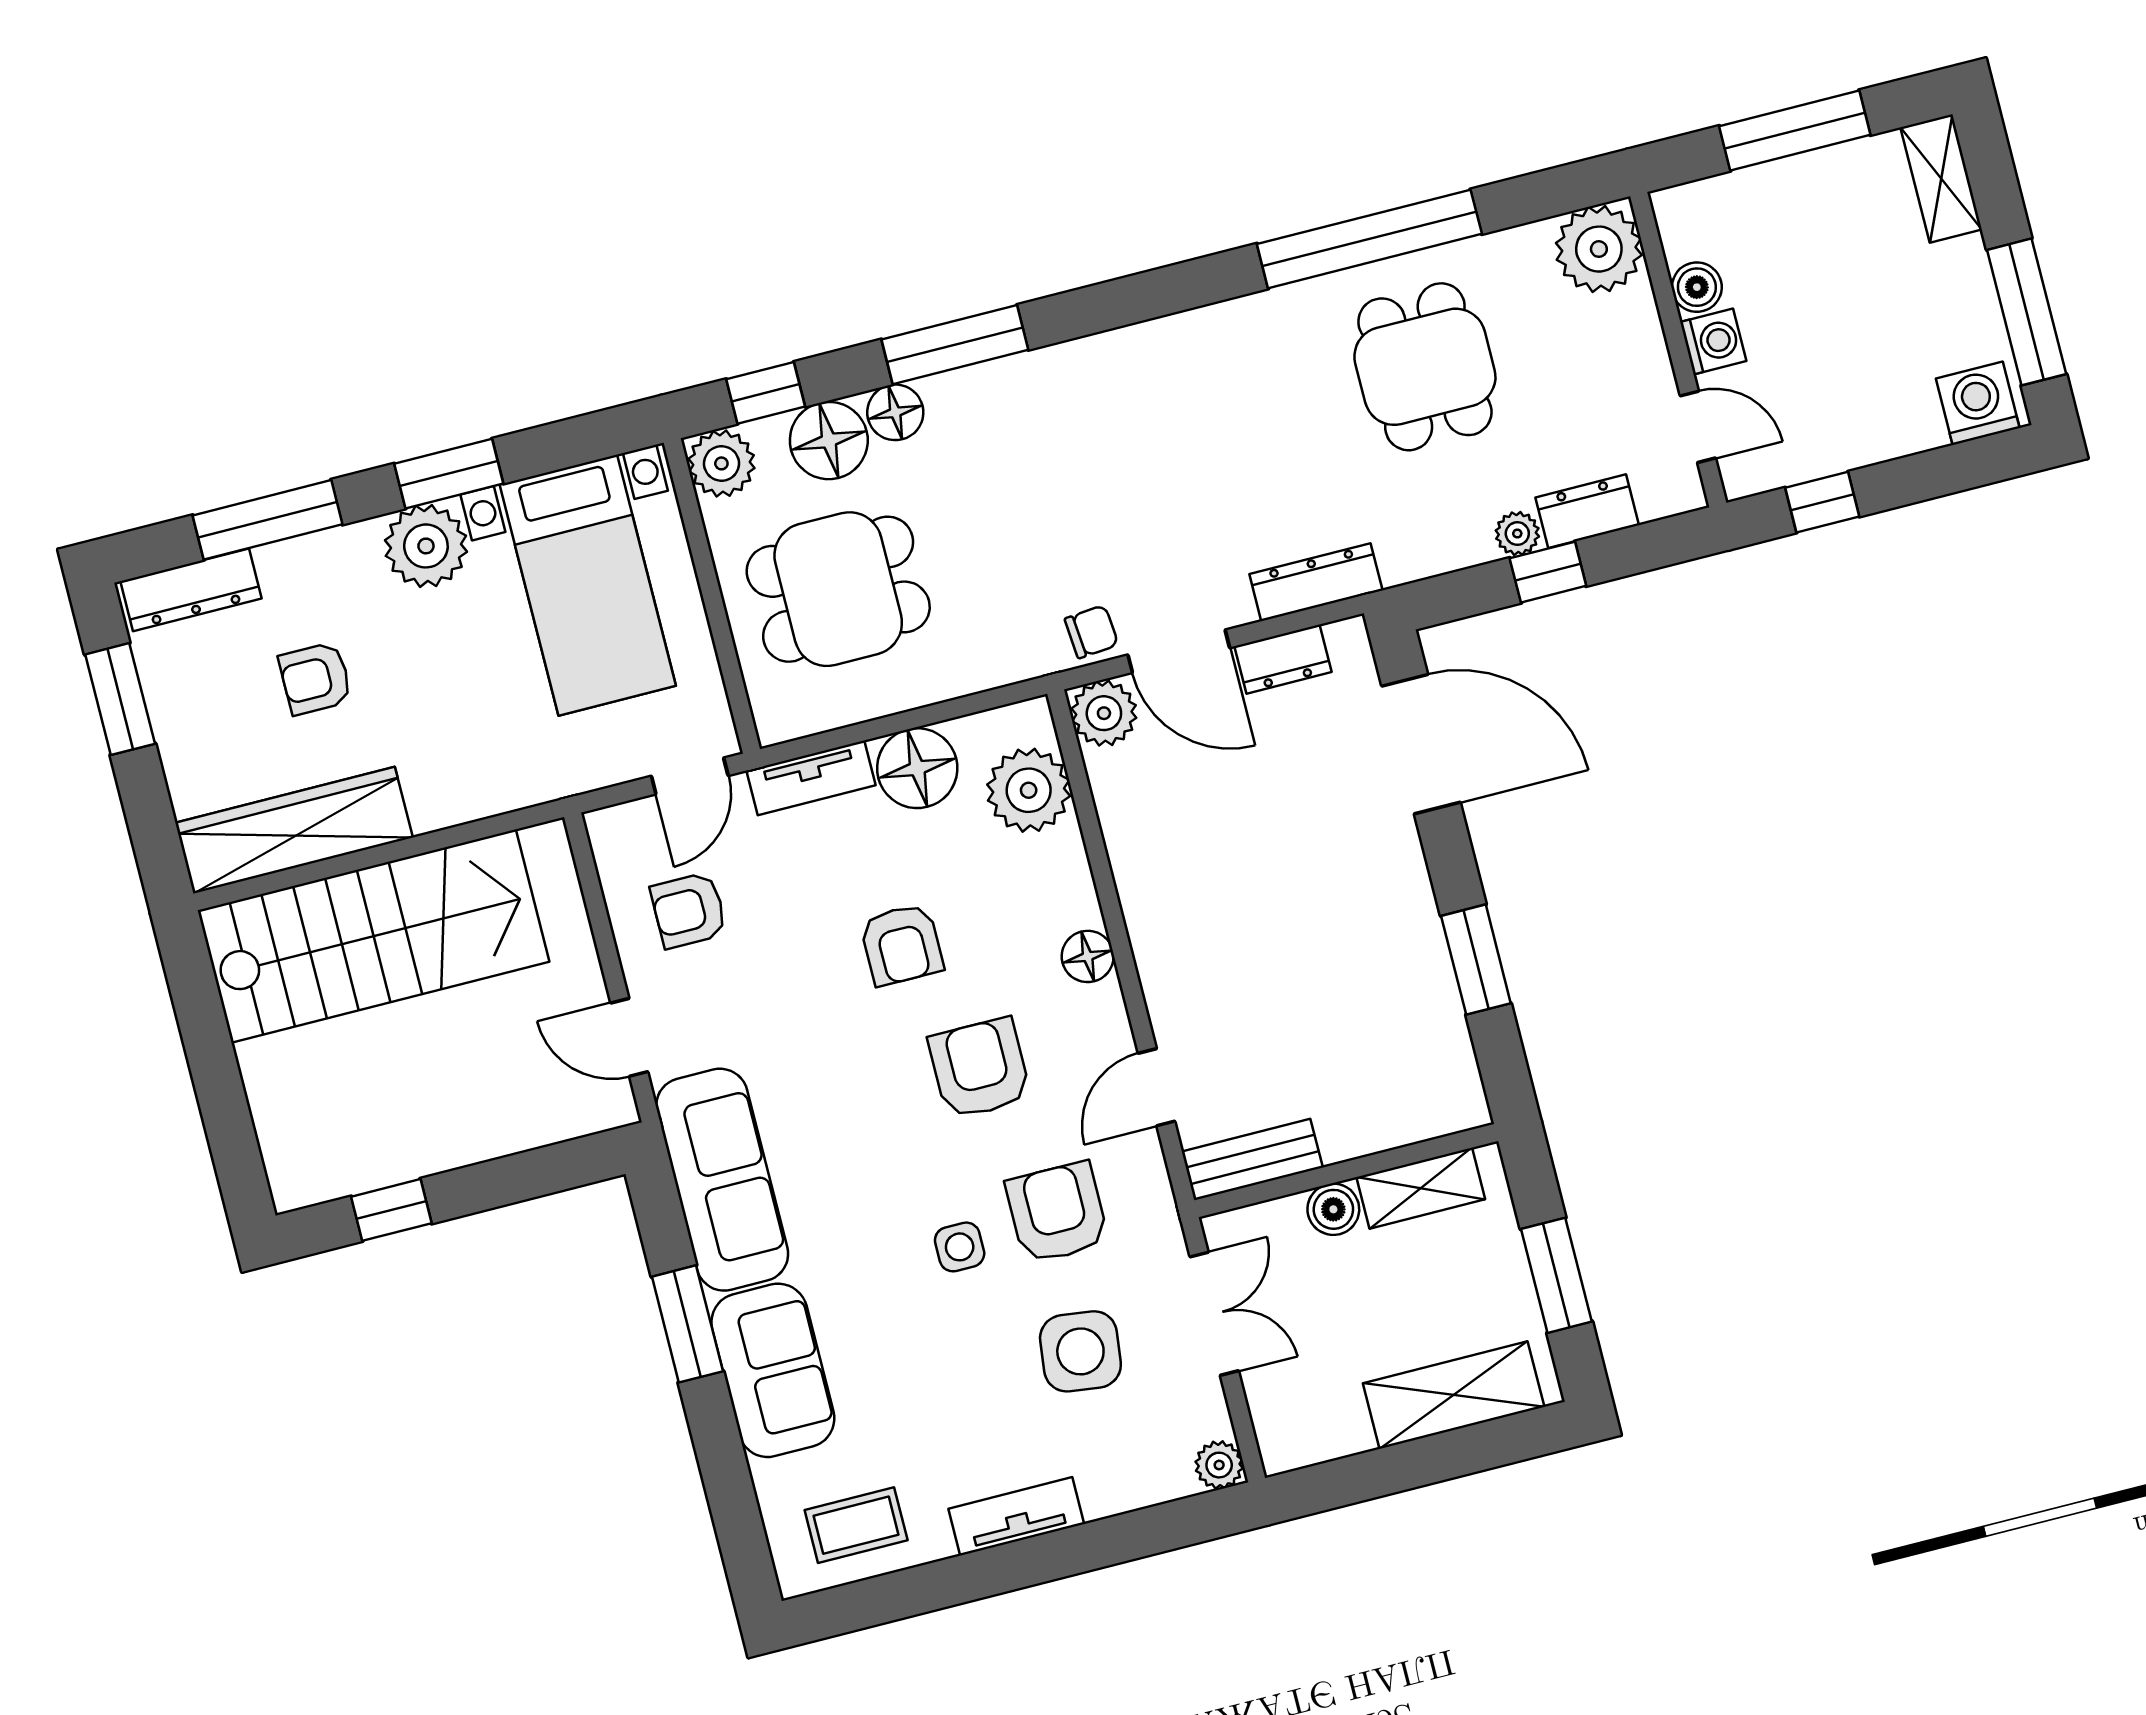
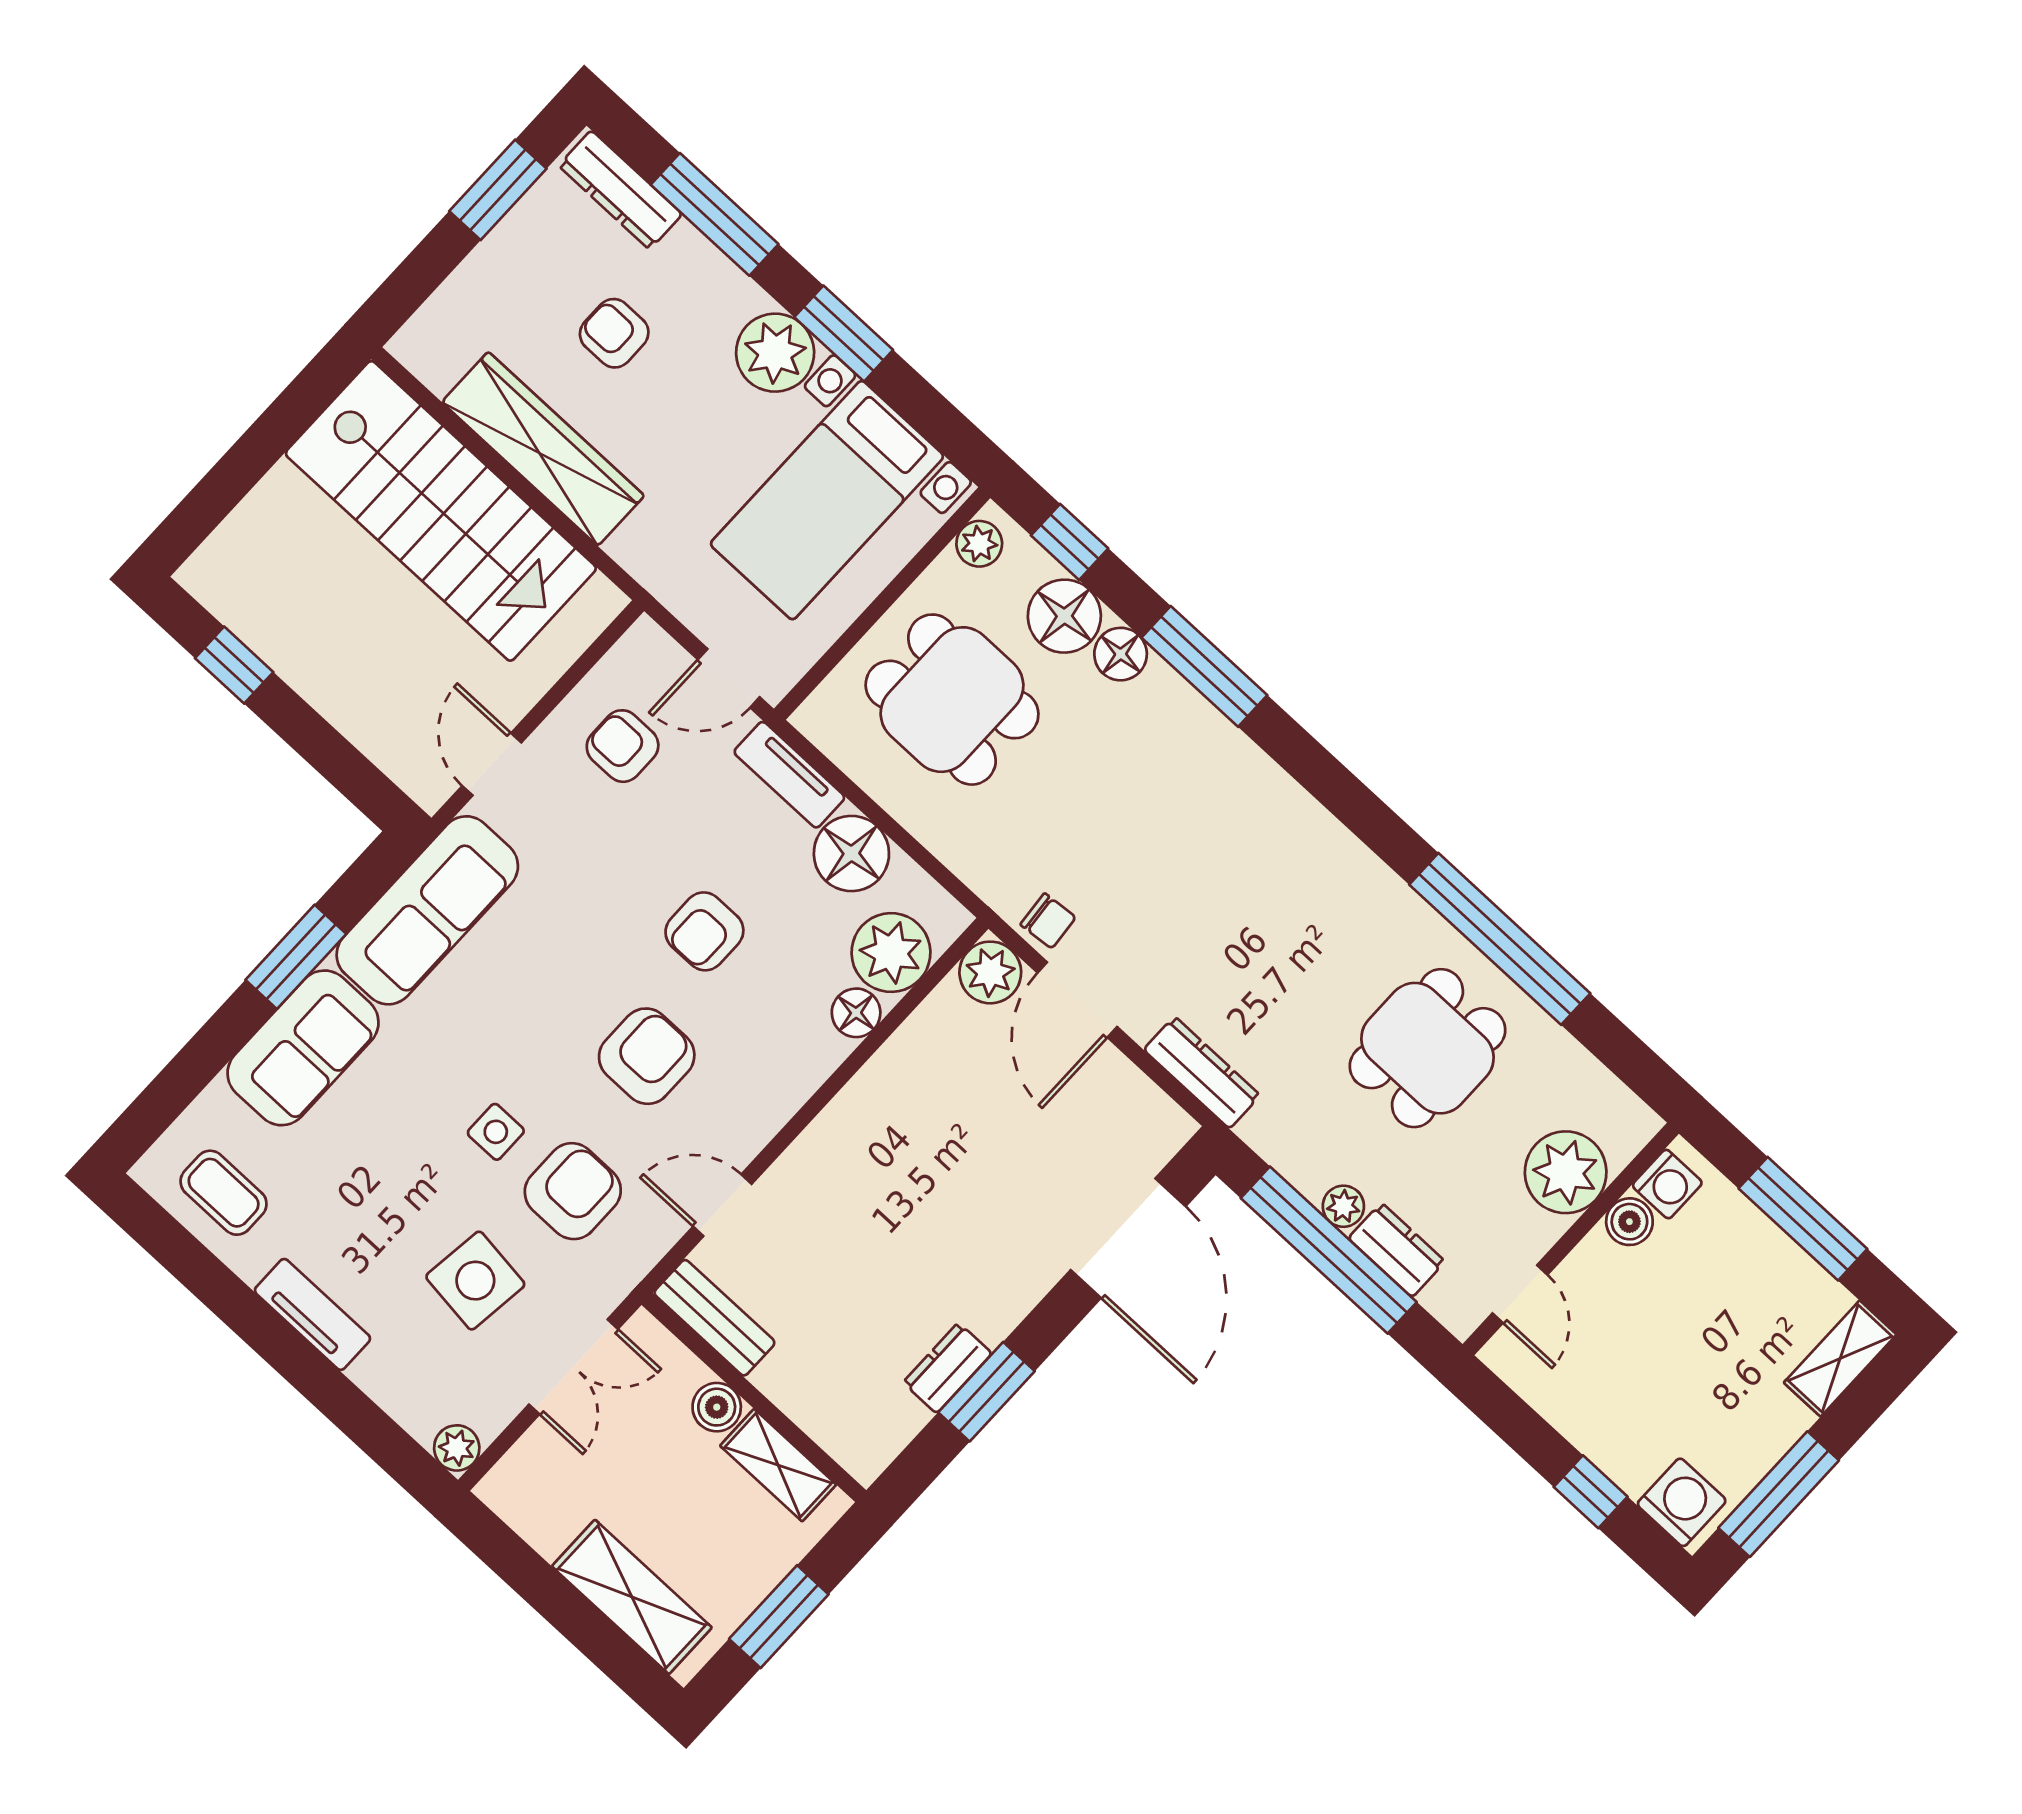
plant: (1599, 249) -> (1566, 1172), moved
washing machine: (1713, 341) -> (1667, 1184), moved
plant: (721, 463) -> (979, 544), width x0.73, depth x0.73
window: (1822, 502) -> (1591, 1492), moved
window: (1548, 572) -> (1329, 1250), width x3.17
dresser: (1283, 659) -> (947, 1368), moved, turned 90
wardrobe: (294, 830) -> (543, 449), moved
floor lamp: (1088, 956) -> (856, 1013), moved

